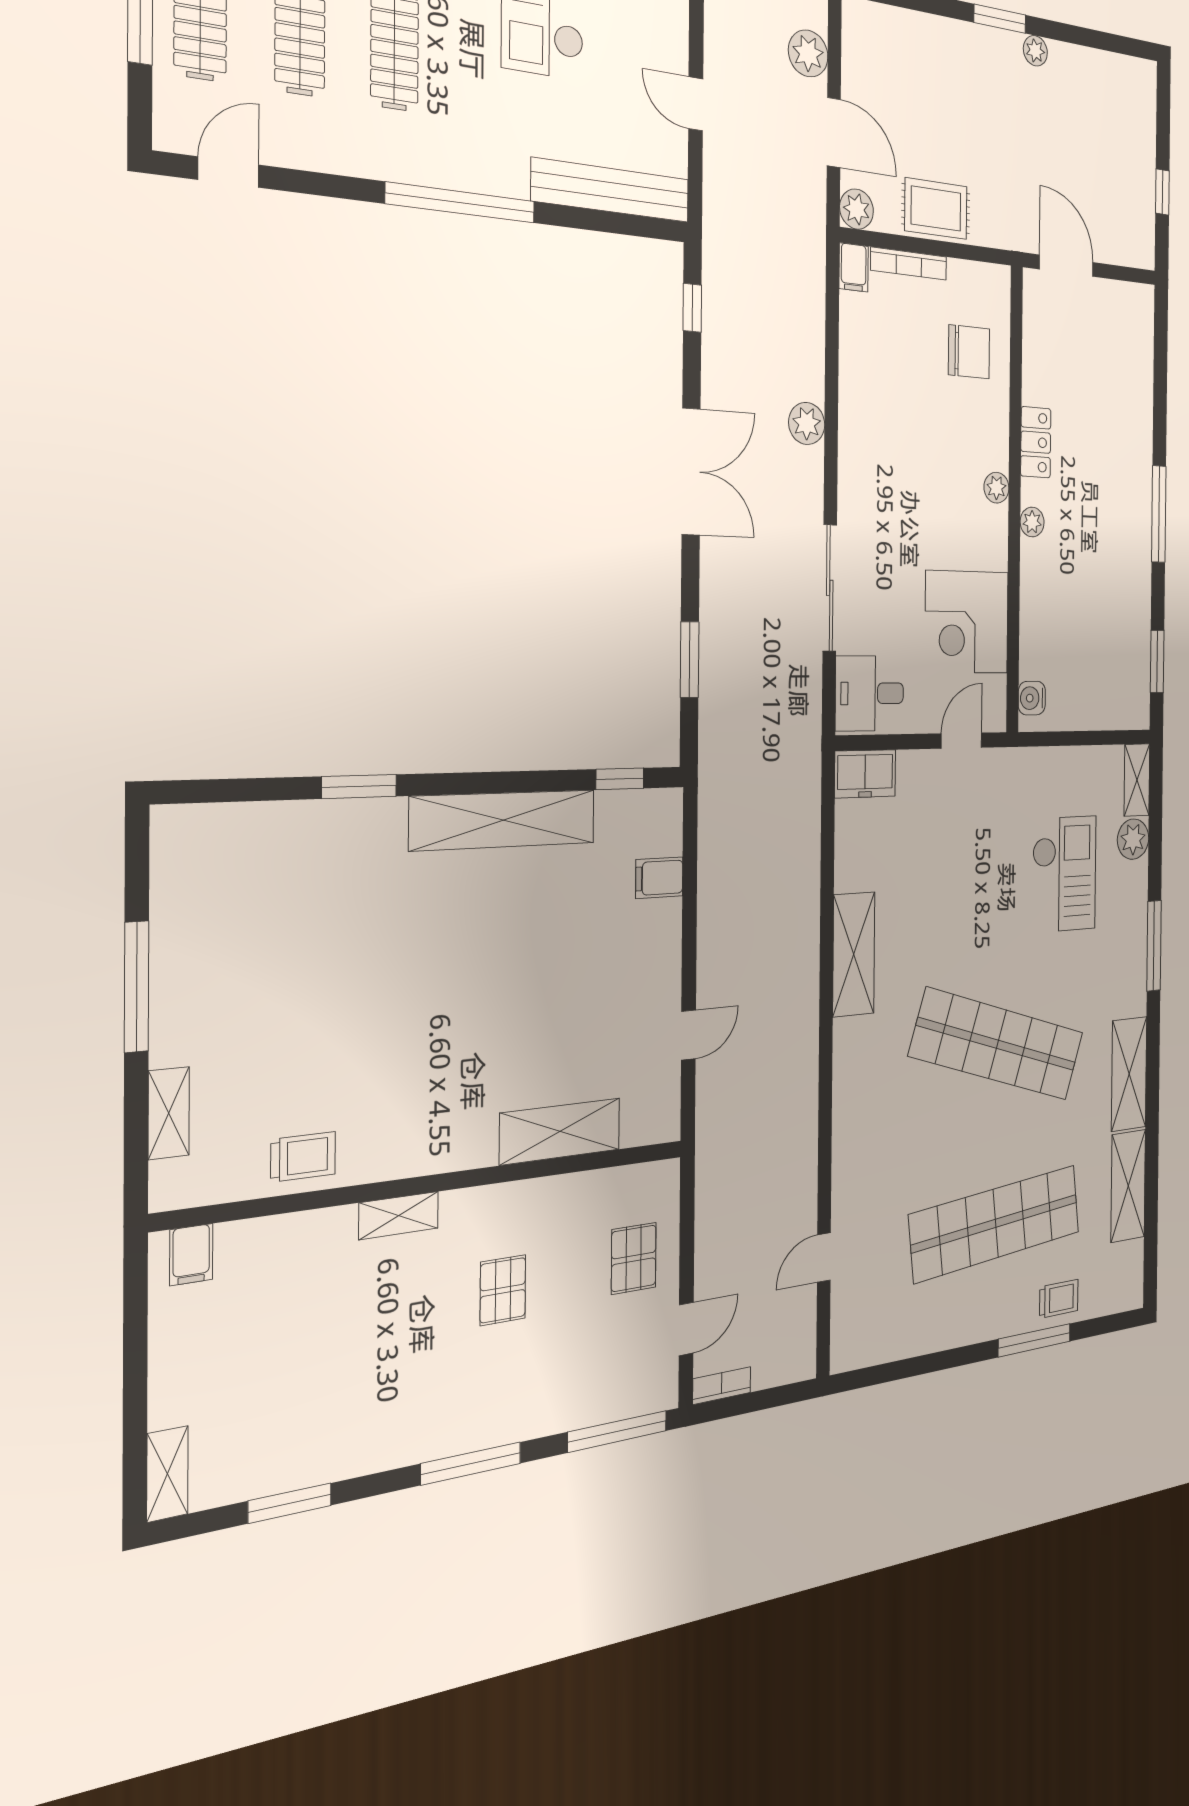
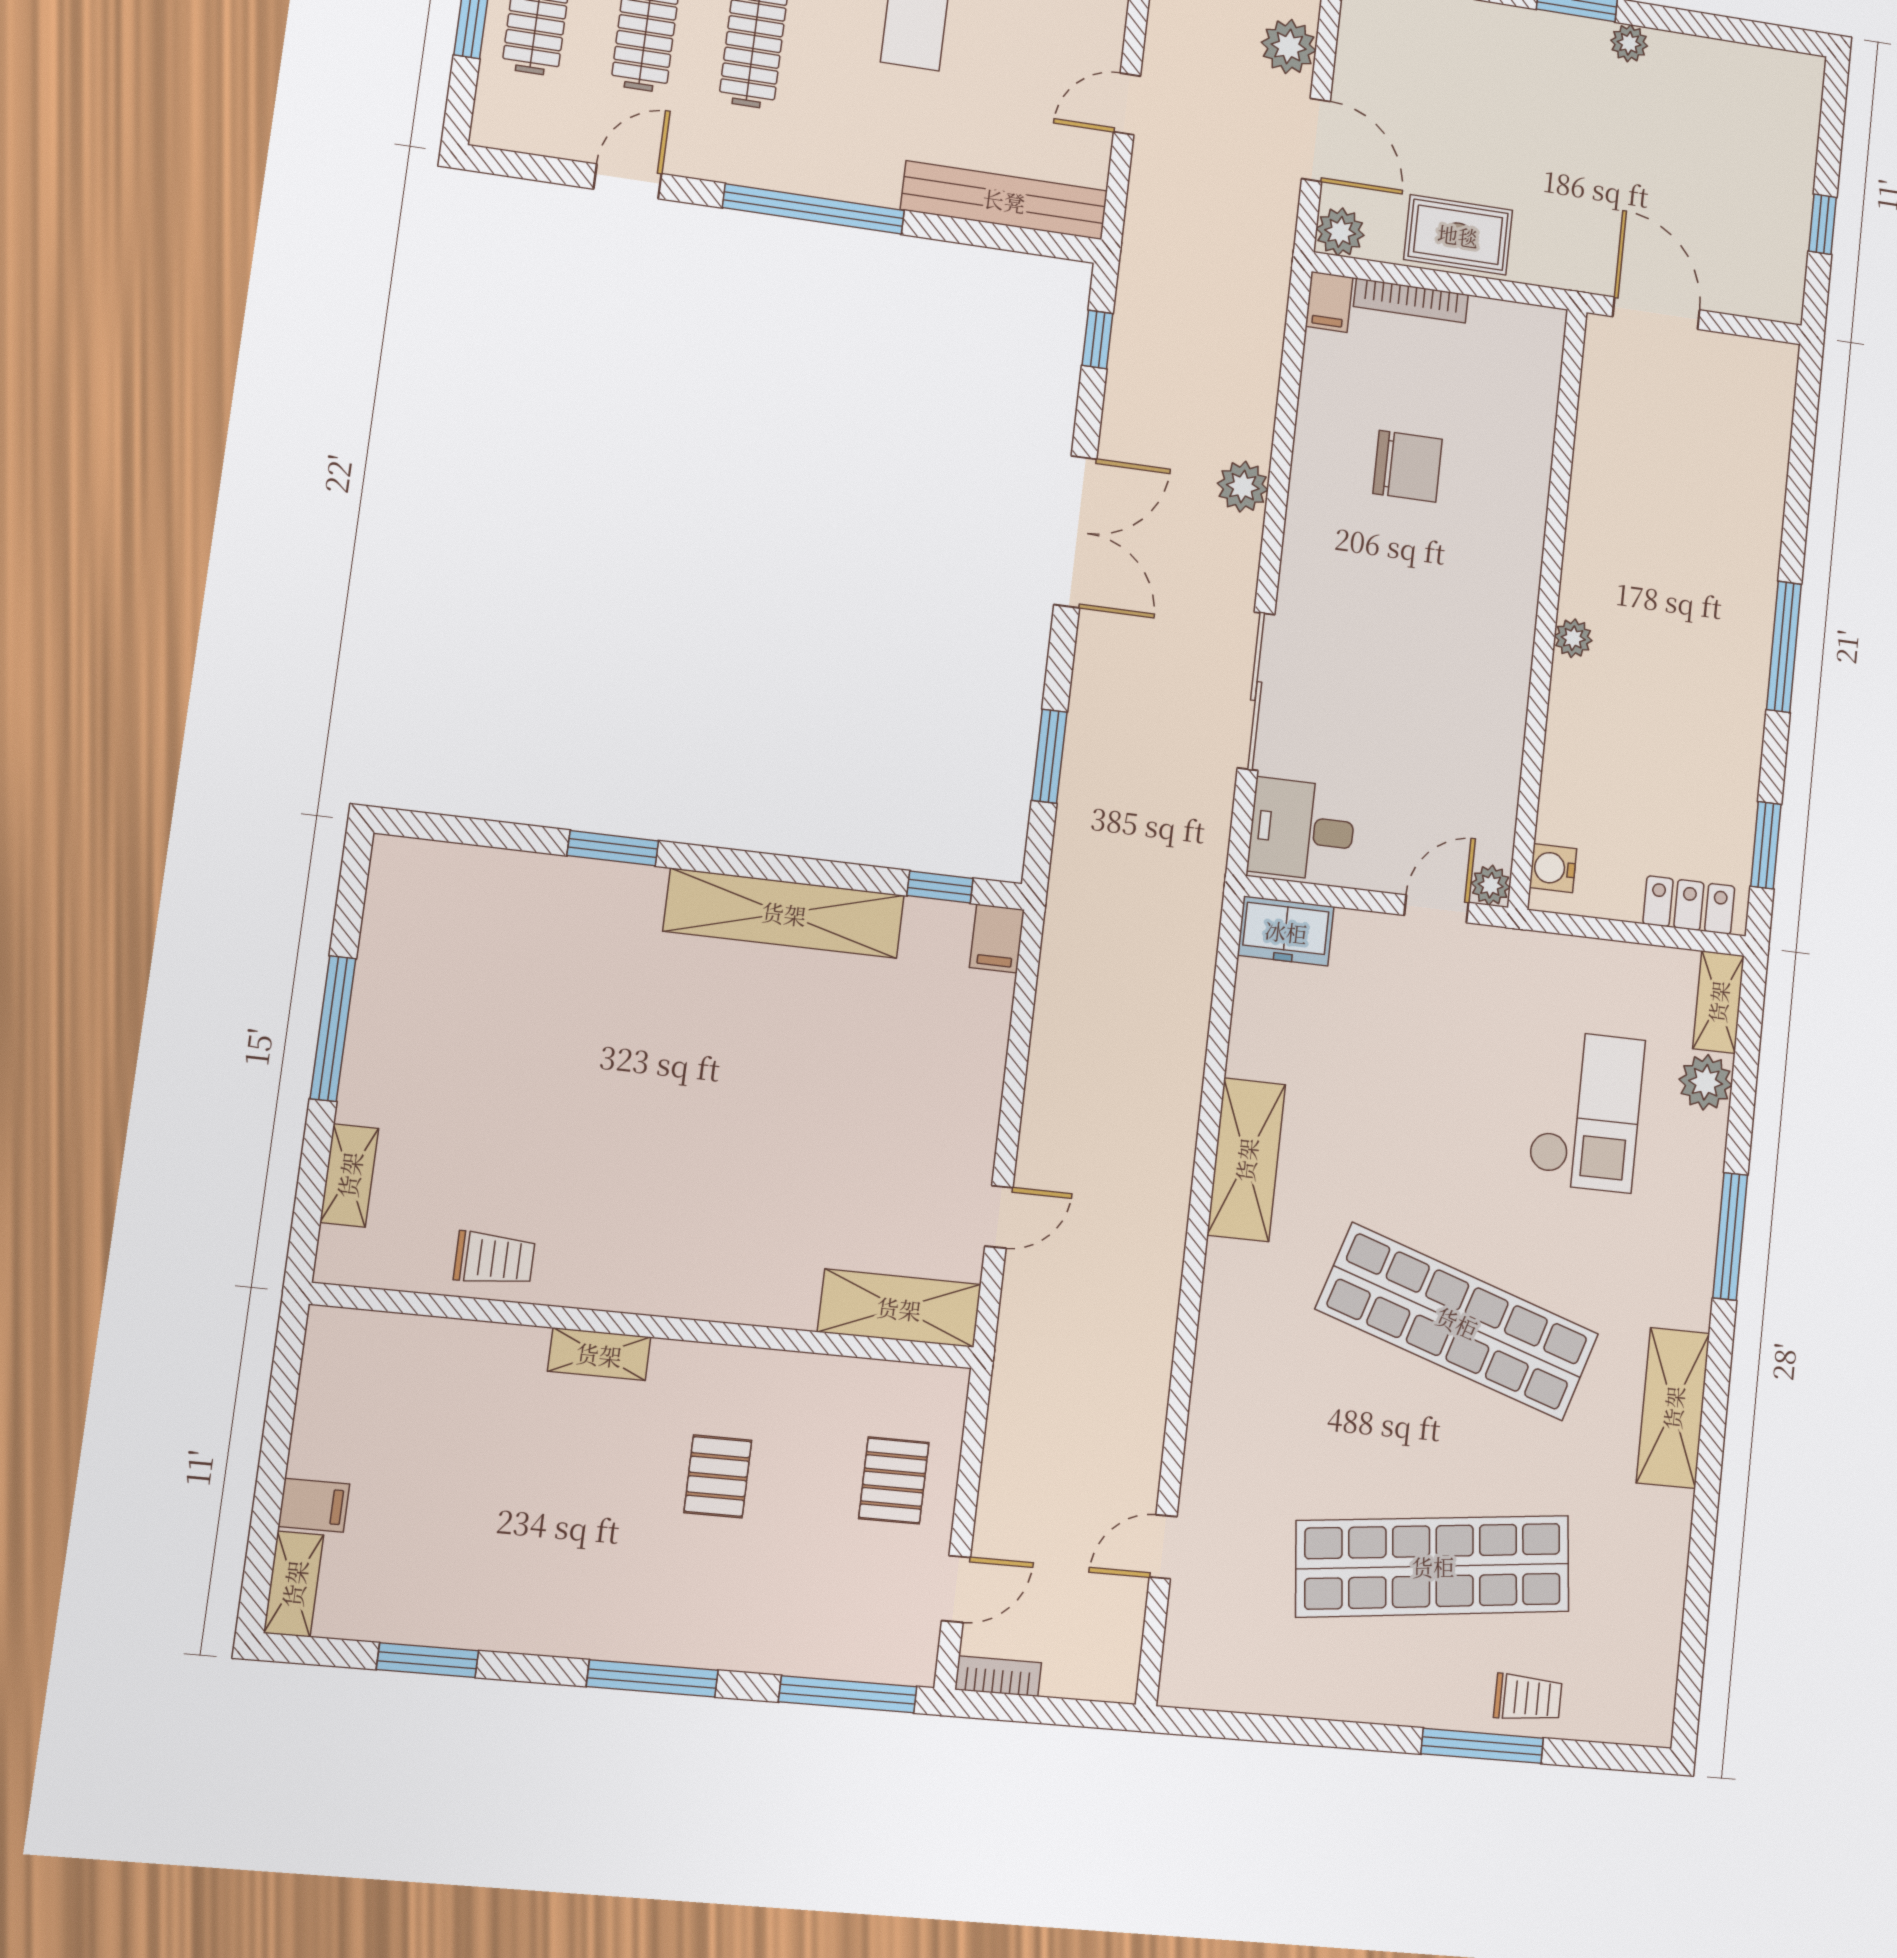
door: (696, 104) -> (1127, 104), hinge flipped
door: (229, 172) -> (628, 181), moved
chair: (969, 352) -> (1408, 466), moved
locker: (1036, 442) -> (1689, 905), moved, turned -90
plant: (996, 488) -> (1491, 885), moved
corner desk: (967, 622) -> (1459, 757), removed
filing cabinet: (659, 878) -> (997, 939), moved, turned -90
shelving: (560, 1131) -> (899, 1308), moved
shelving: (1128, 1186) -> (1659, 1566), removed
filing cabinet: (191, 1255) -> (314, 1505), moved, turned -90

